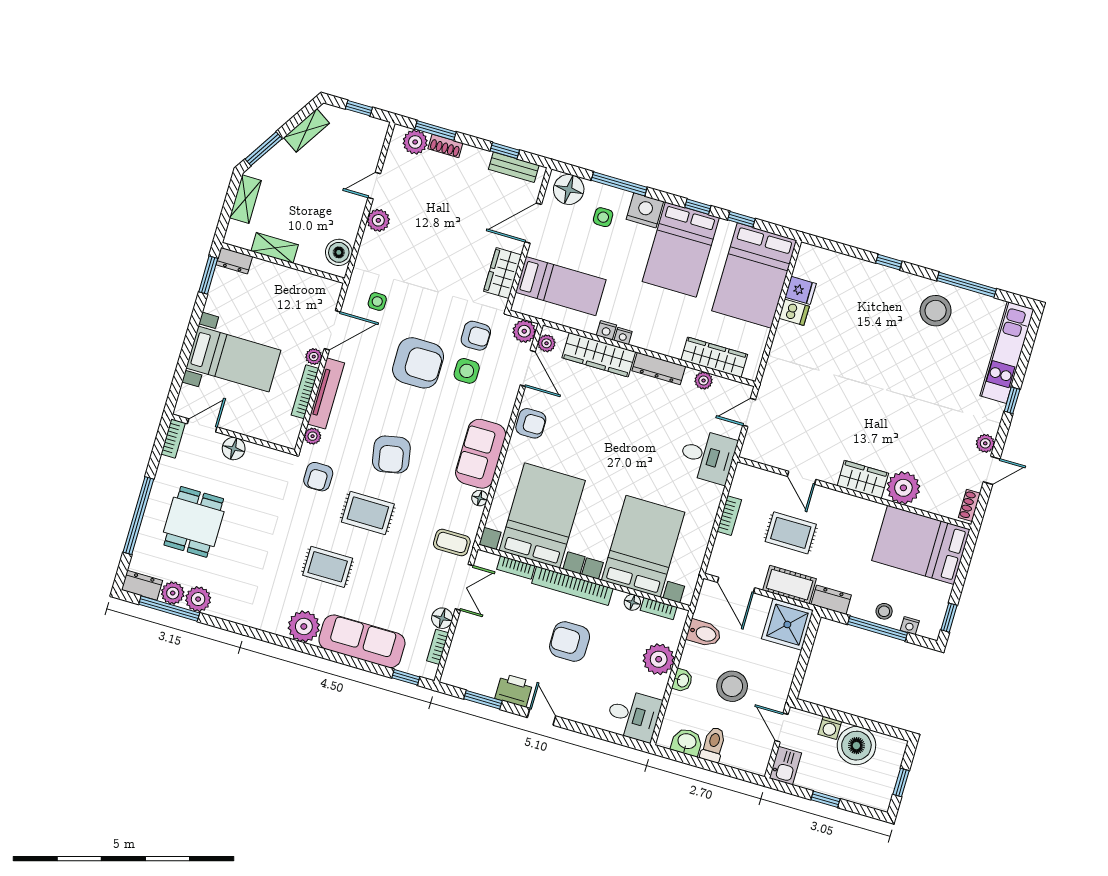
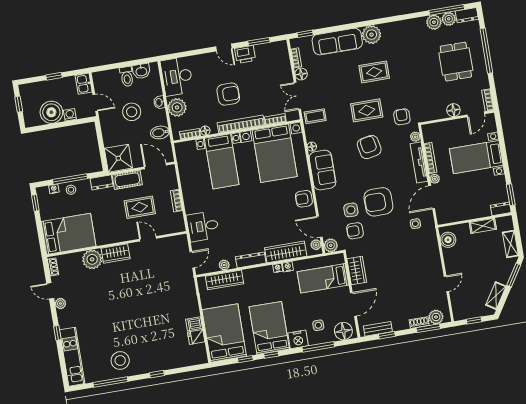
plant: (378, 220) -> (435, 267), removed
door: (992, 470) -> (50, 291), hinge flipped
bed with nightstands: (643, 546) -> (222, 161), width x0.73
desk: (633, 715) -> (177, 76), width x1.37

